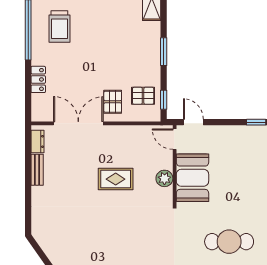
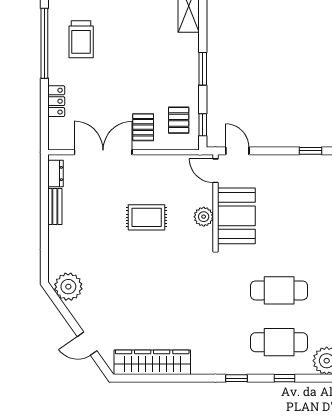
pallet: (143, 96) -> (179, 120), turned 90
plant: (49, 238) -> (68, 287), added

